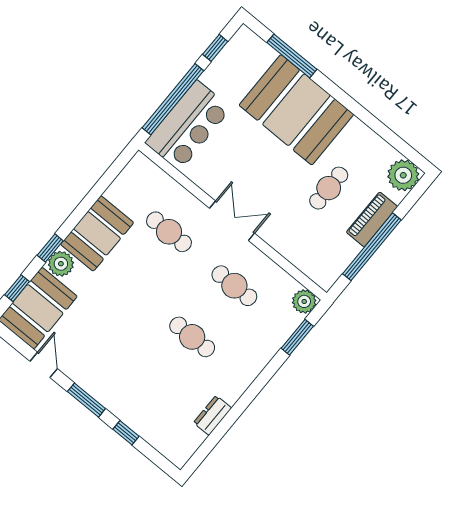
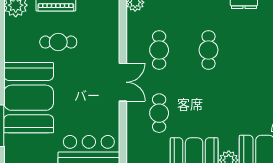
double door: (232, 221) -> (123, 82), swing flipped

